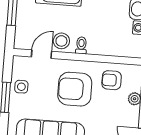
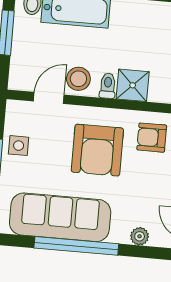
shower: (98, 45) -> (133, 85), added
armchair: (75, 89) -> (97, 150), turned -90

